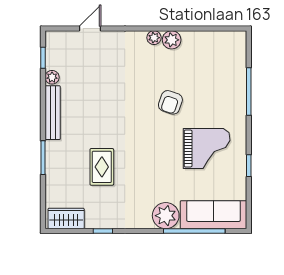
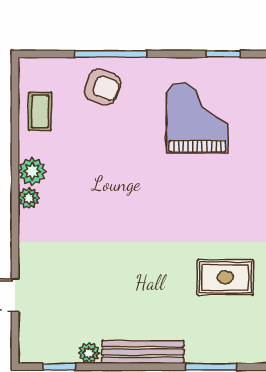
coffee table: (211, 45) -> (40, 111), added
armchair: (170, 102) -> (102, 87), moved

